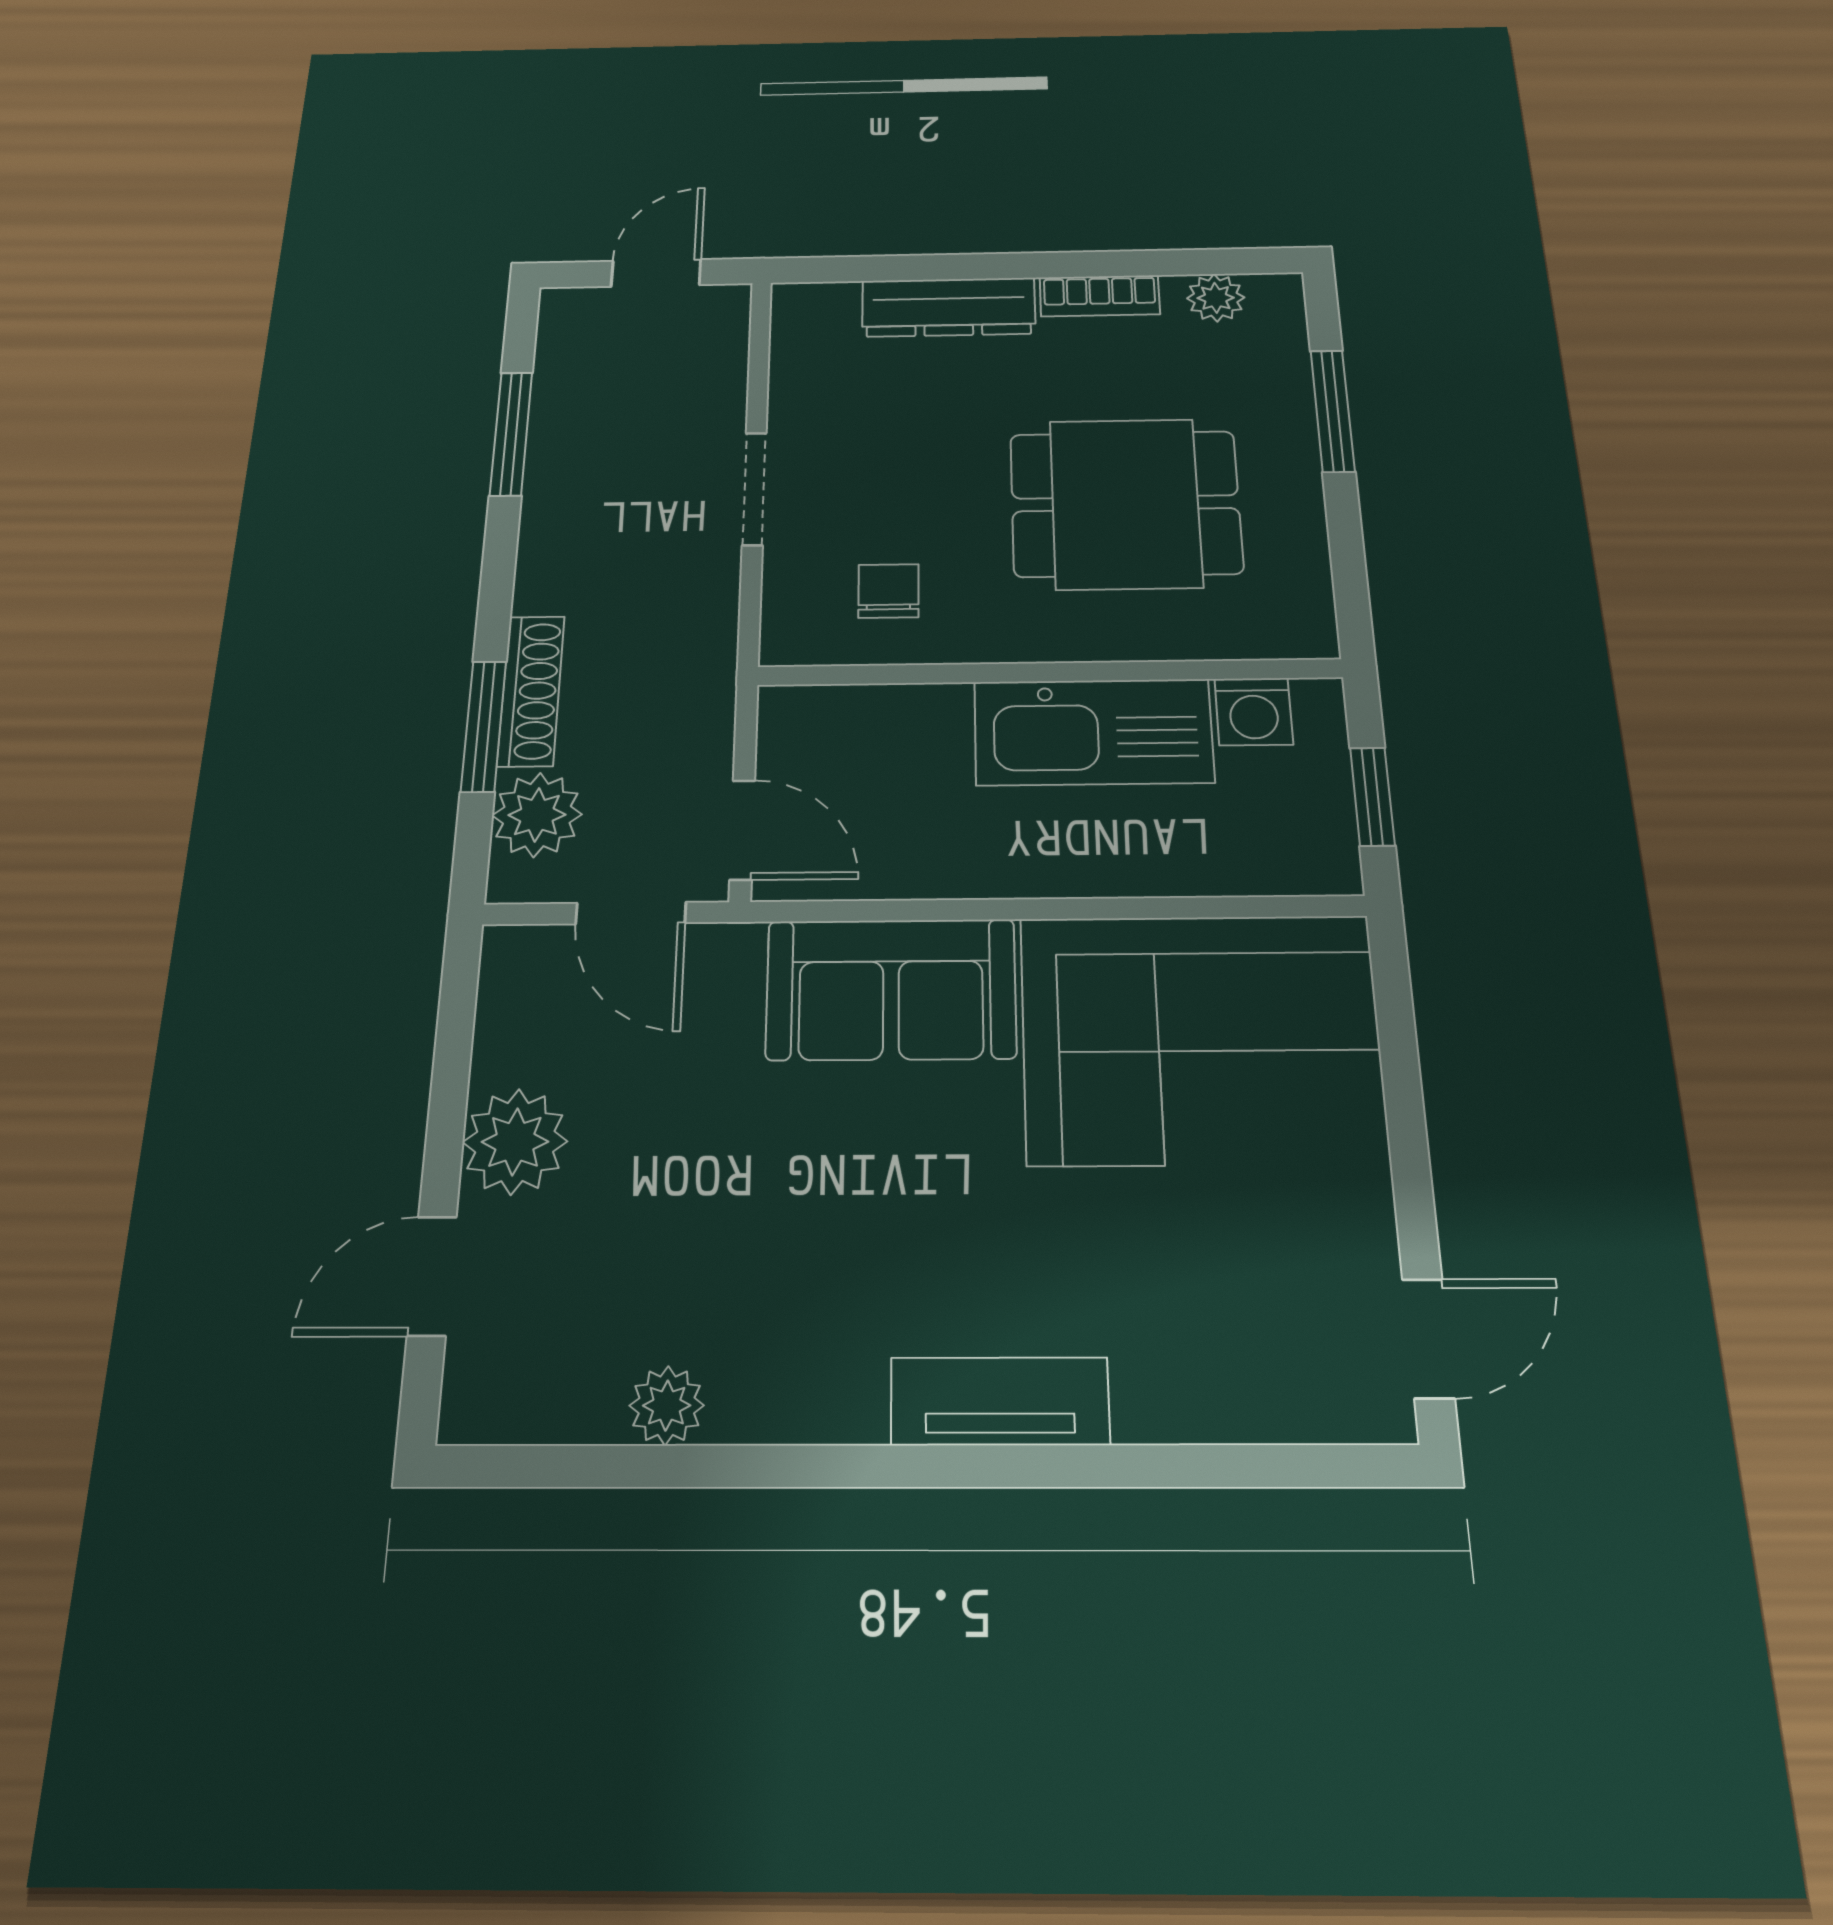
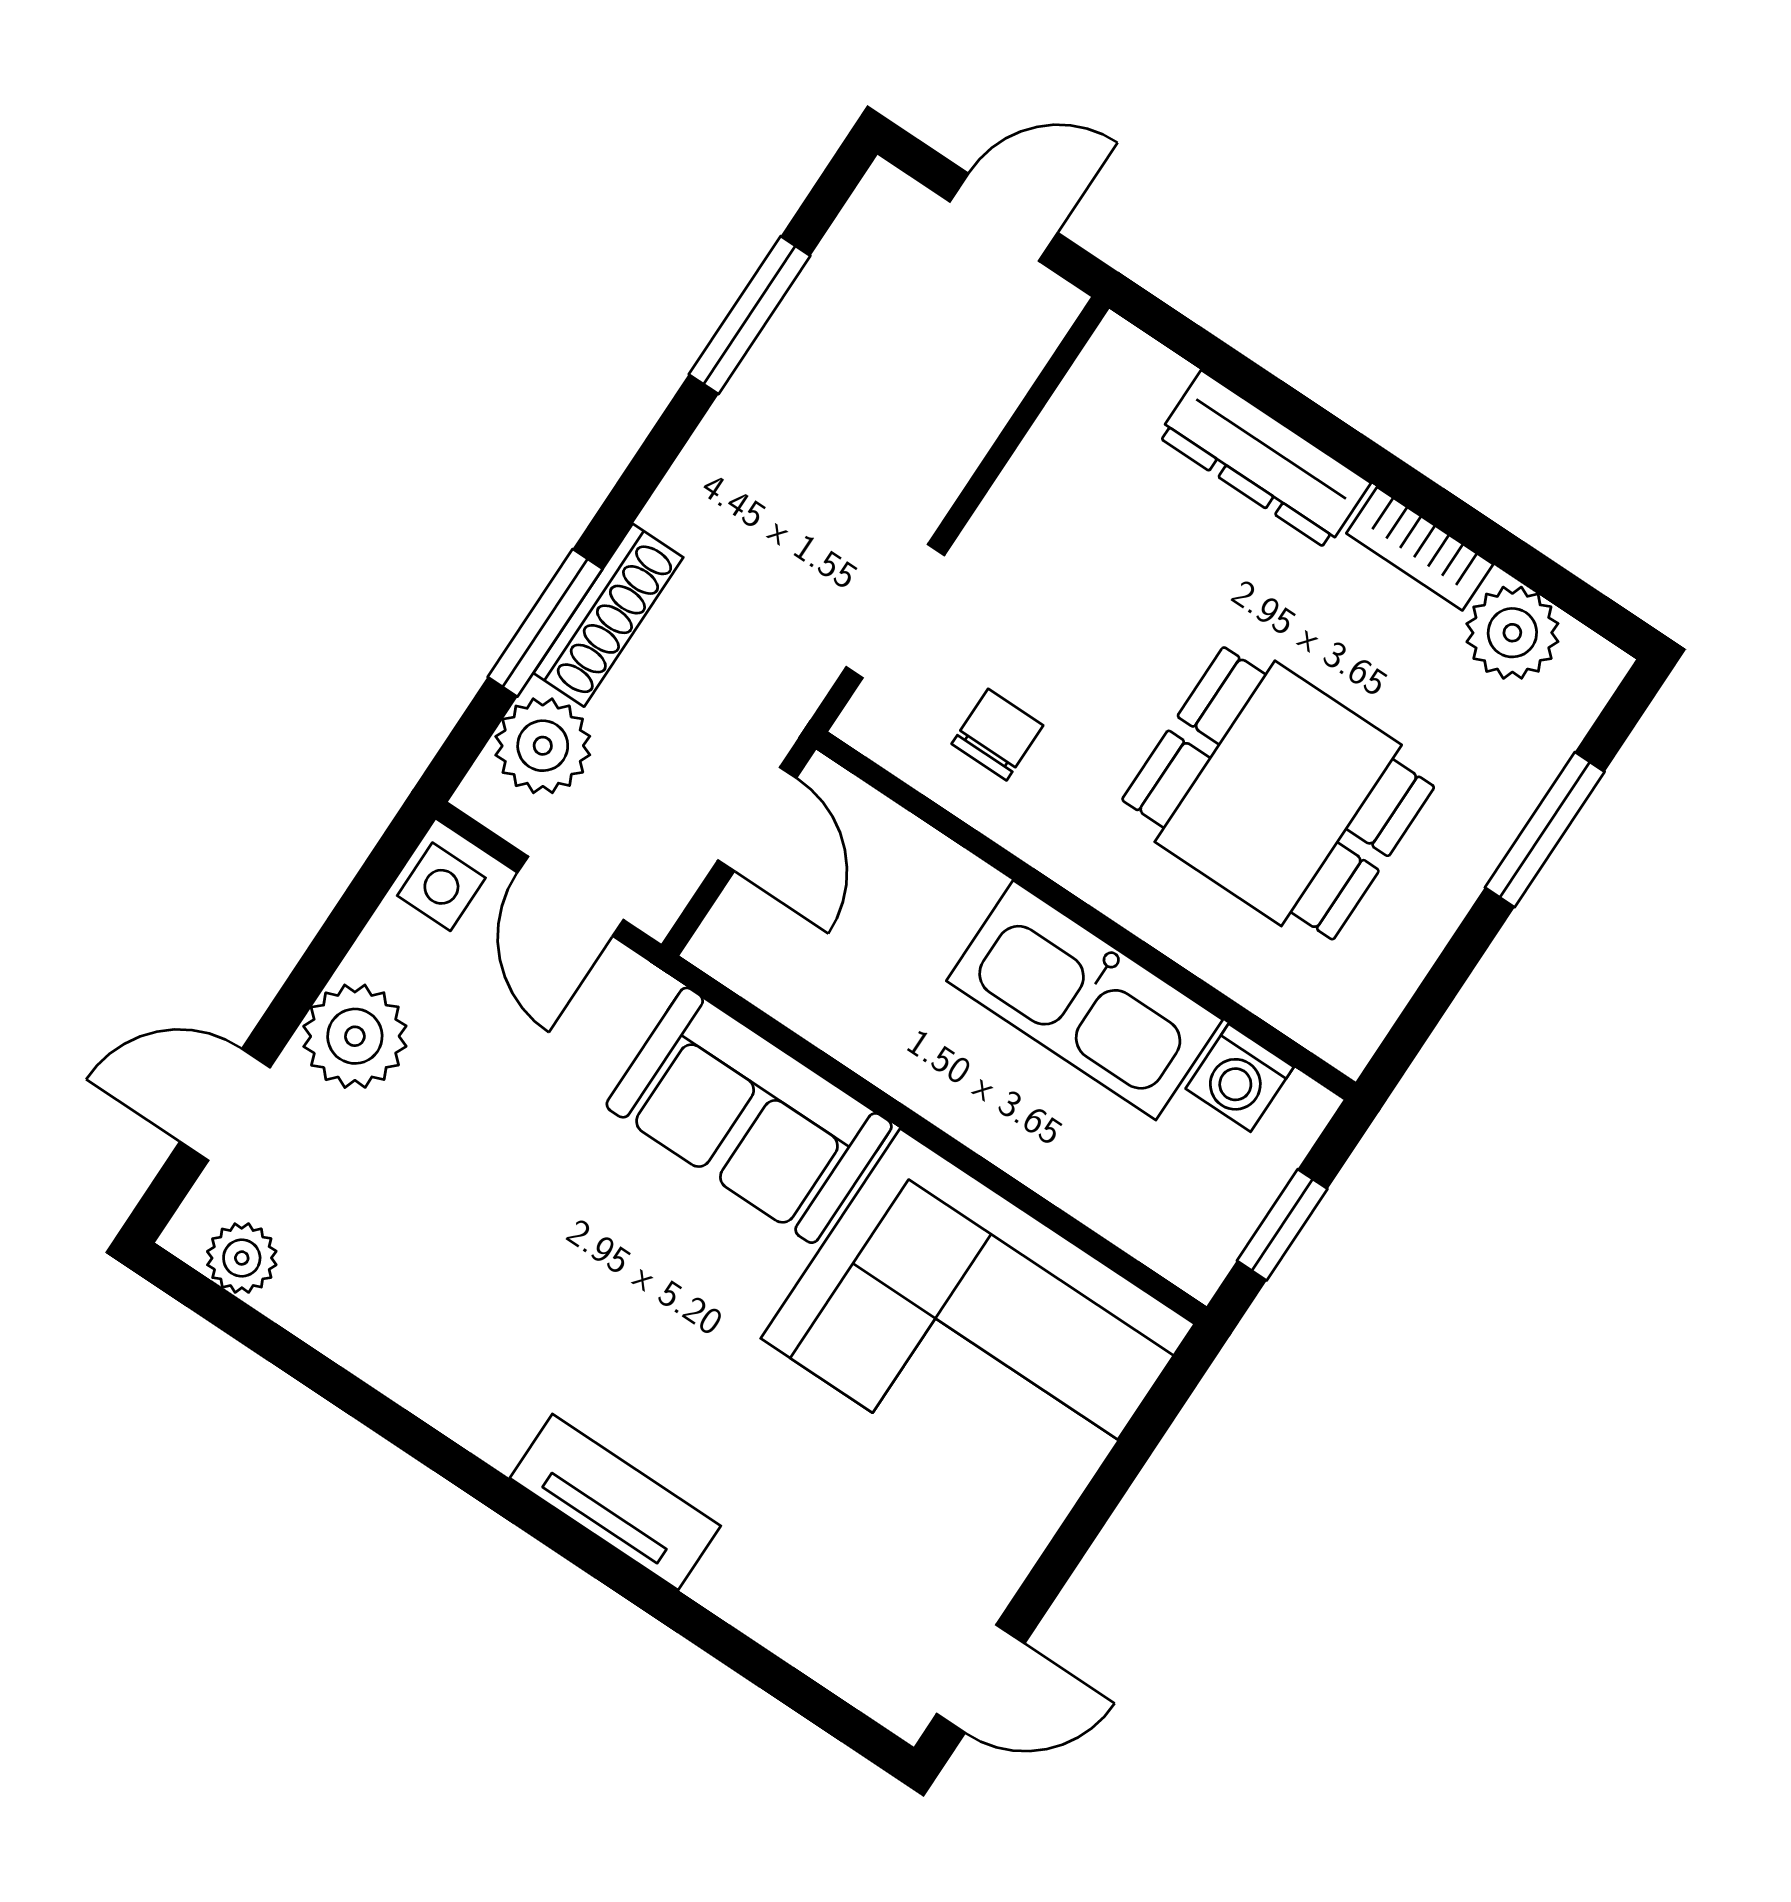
plant: (1216, 298) -> (1512, 633), width x1.38, depth x1.38
doorway: (754, 489) -> (895, 611), moved
door: (742, 830) -> (757, 819), moved
side table: (518, 973) -> (441, 887), added
plant: (667, 1406) -> (242, 1258), moved

